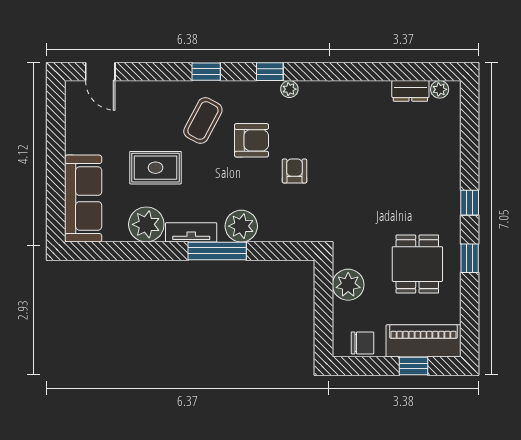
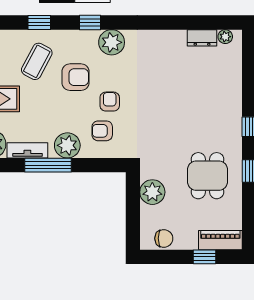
plant: (289, 89) -> (112, 42), width x1.88, depth x1.88
armchair: (285, 208) -> (102, 131), added
piano: (423, 341) -> (220, 240), width x0.73, depth x0.75

